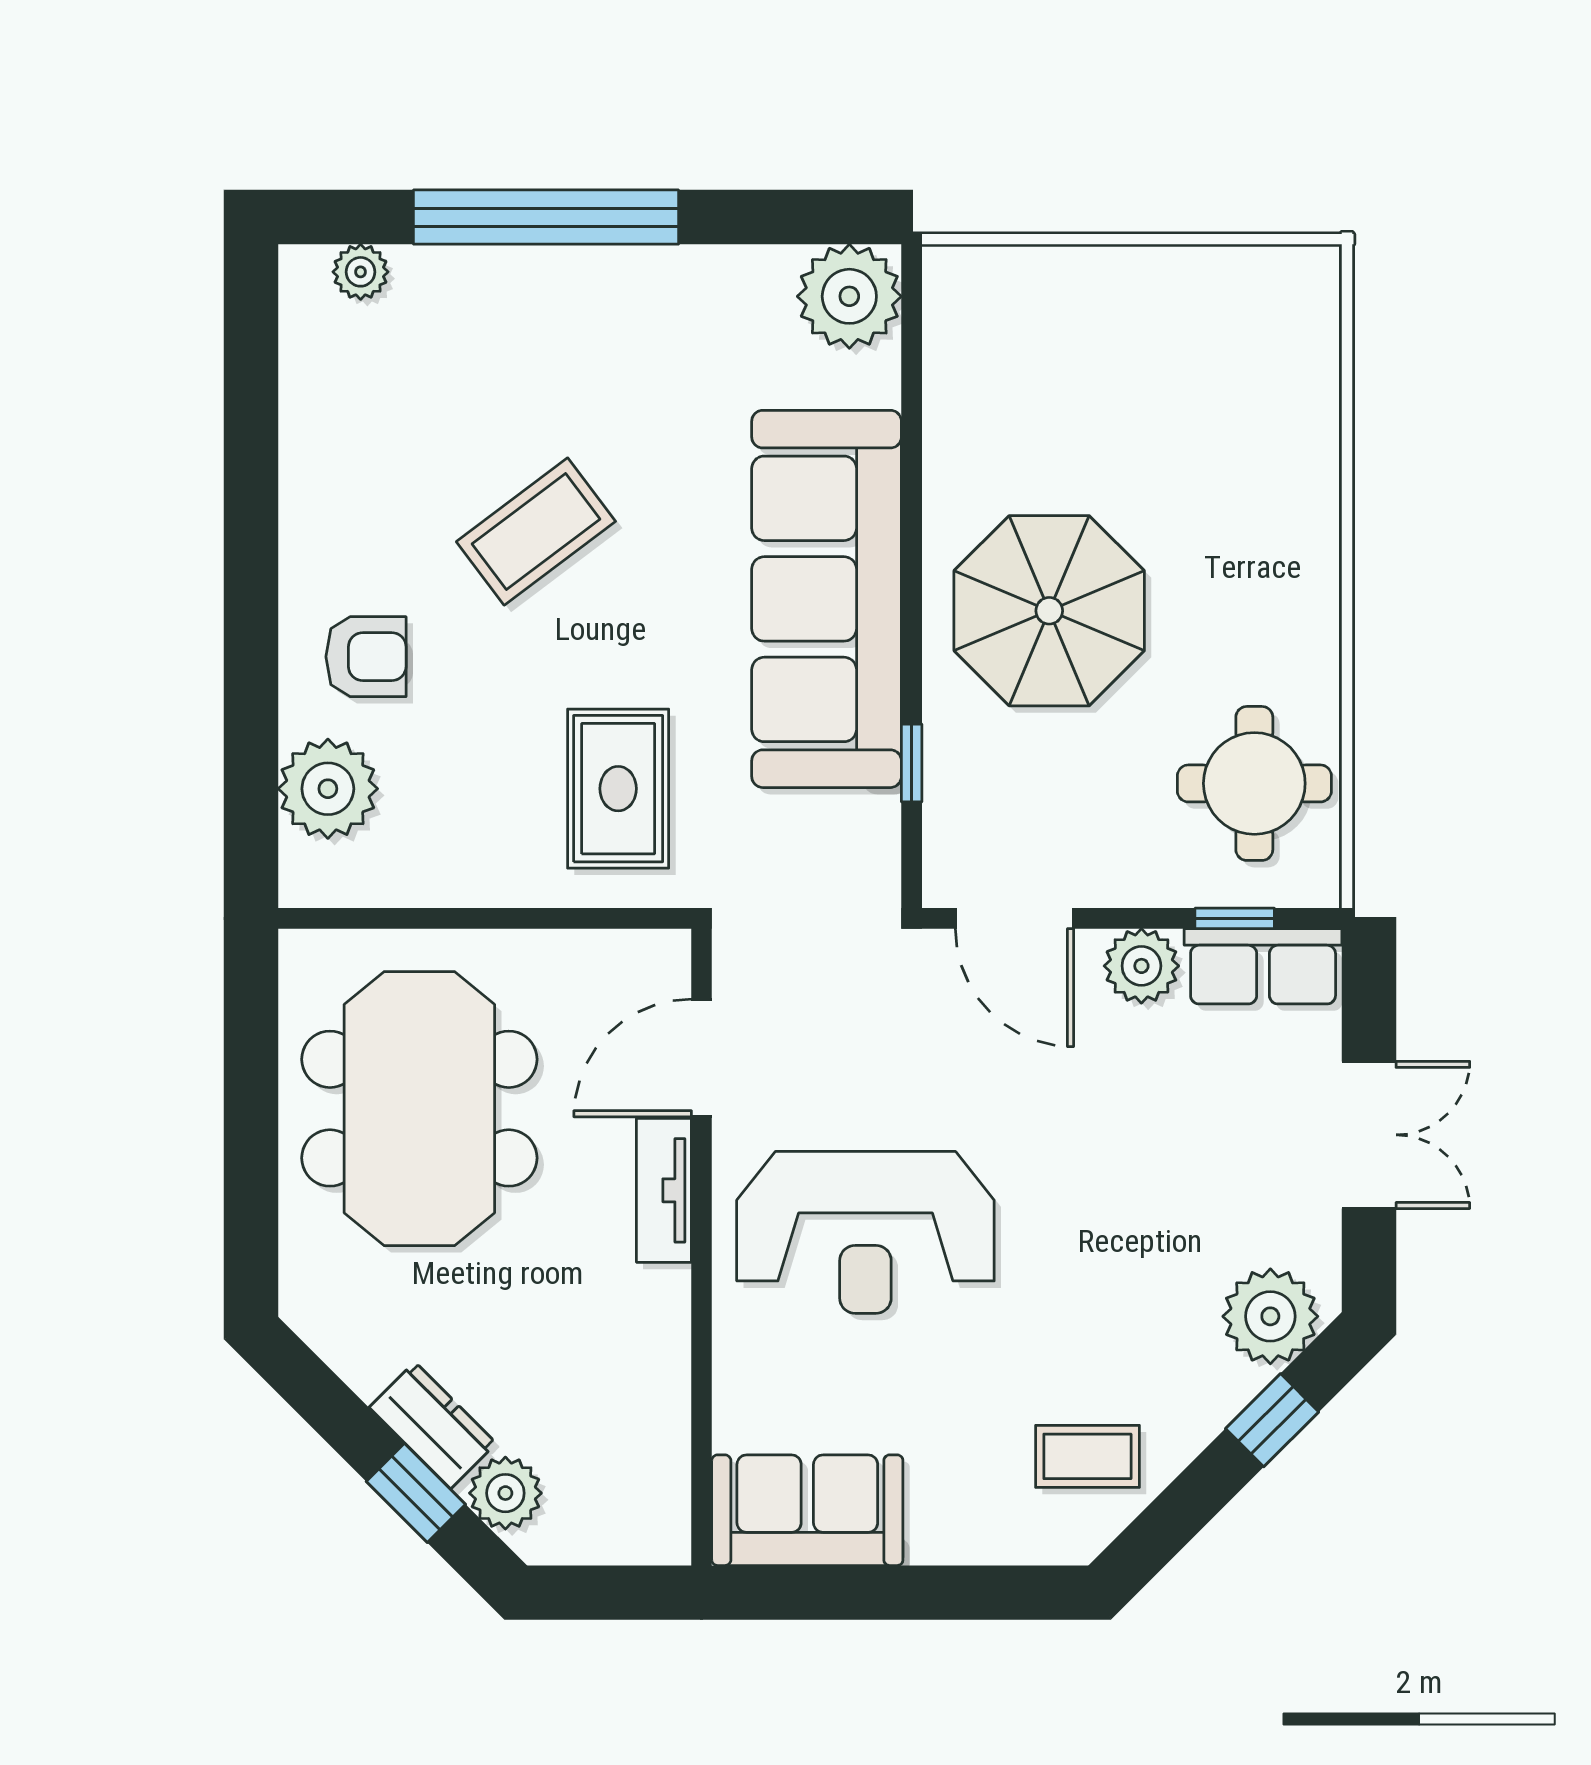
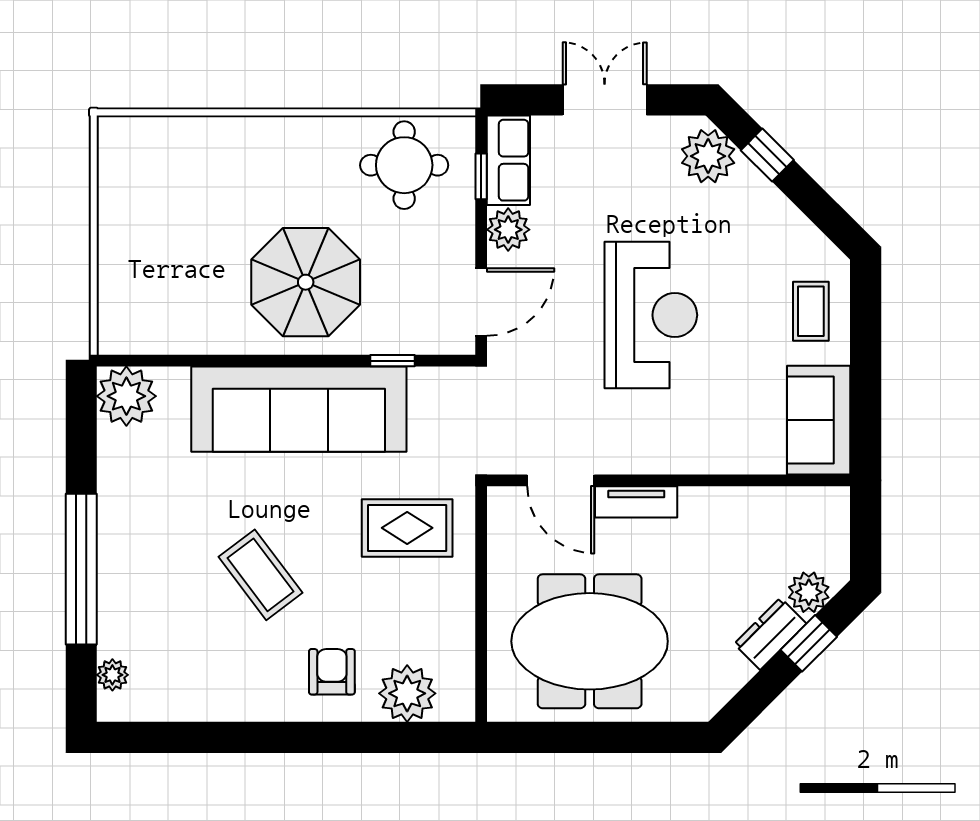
reception desk: (865, 1232) -> (651, 315), moved
coffee table: (1087, 1456) -> (811, 311), moved

